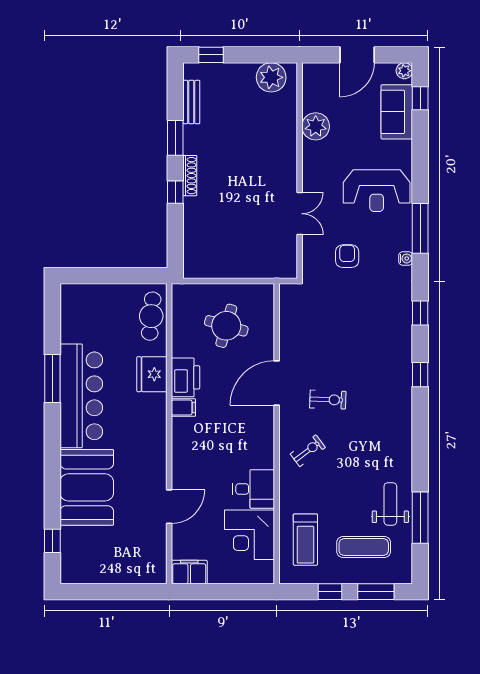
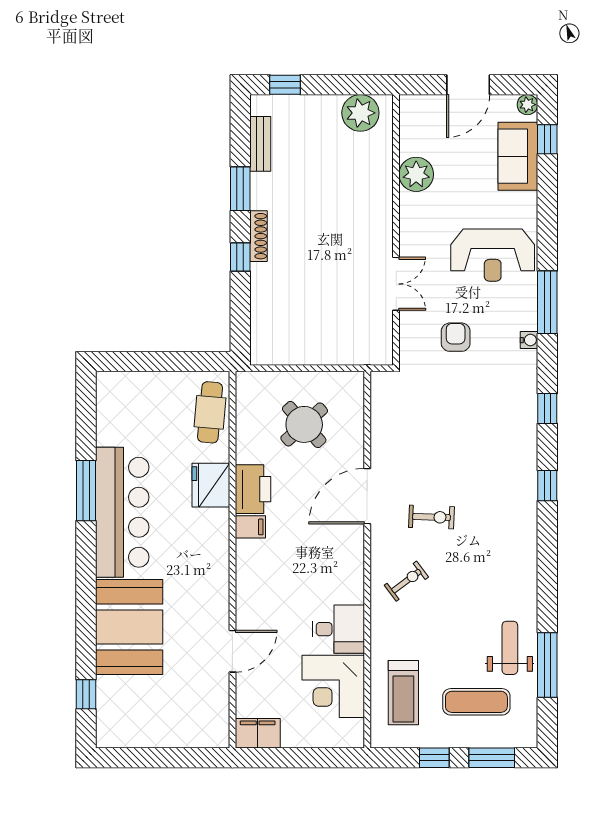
round table: (226, 326) -> (304, 424), turned 32

